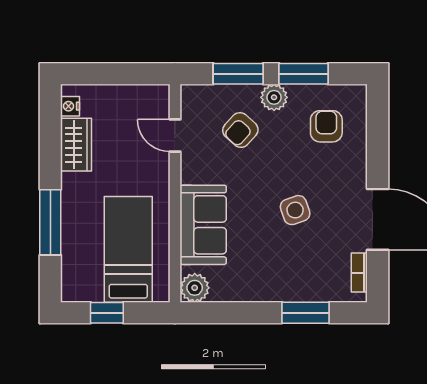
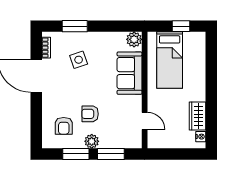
armchair: (240, 130) -> (90, 114), moved, turned -132
side table: (295, 210) -> (79, 60), moved
window: (50, 222) -> (211, 74), removed

